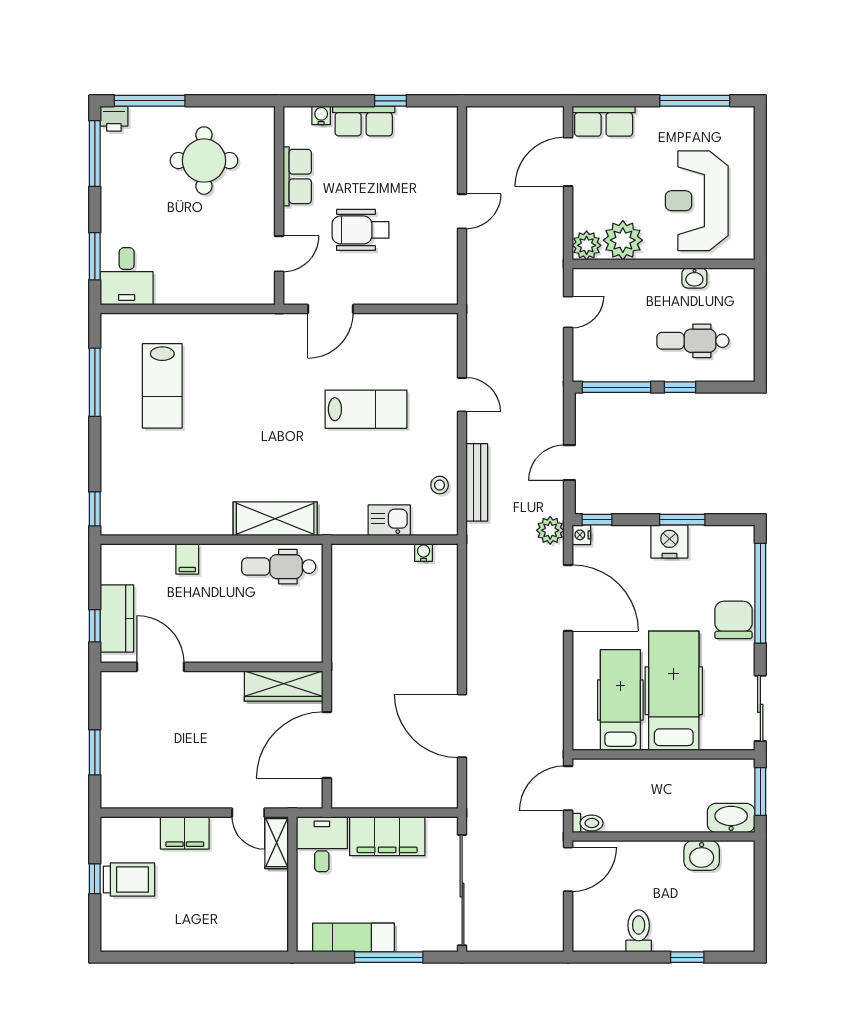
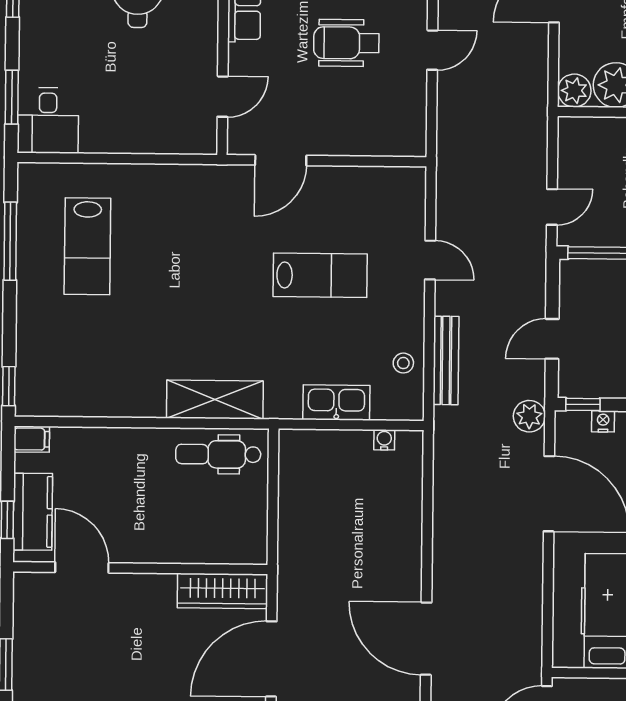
wheelchair: (361, 230) -> (346, 43), moved
door: (568, 312) -> (552, 207), moved
kitchen sink: (389, 520) -> (336, 403), width x1.38
nightstand: (581, 535) -> (603, 421), moved, turned 90
filing cabinet: (187, 559) -> (32, 439), moved, turned -90

